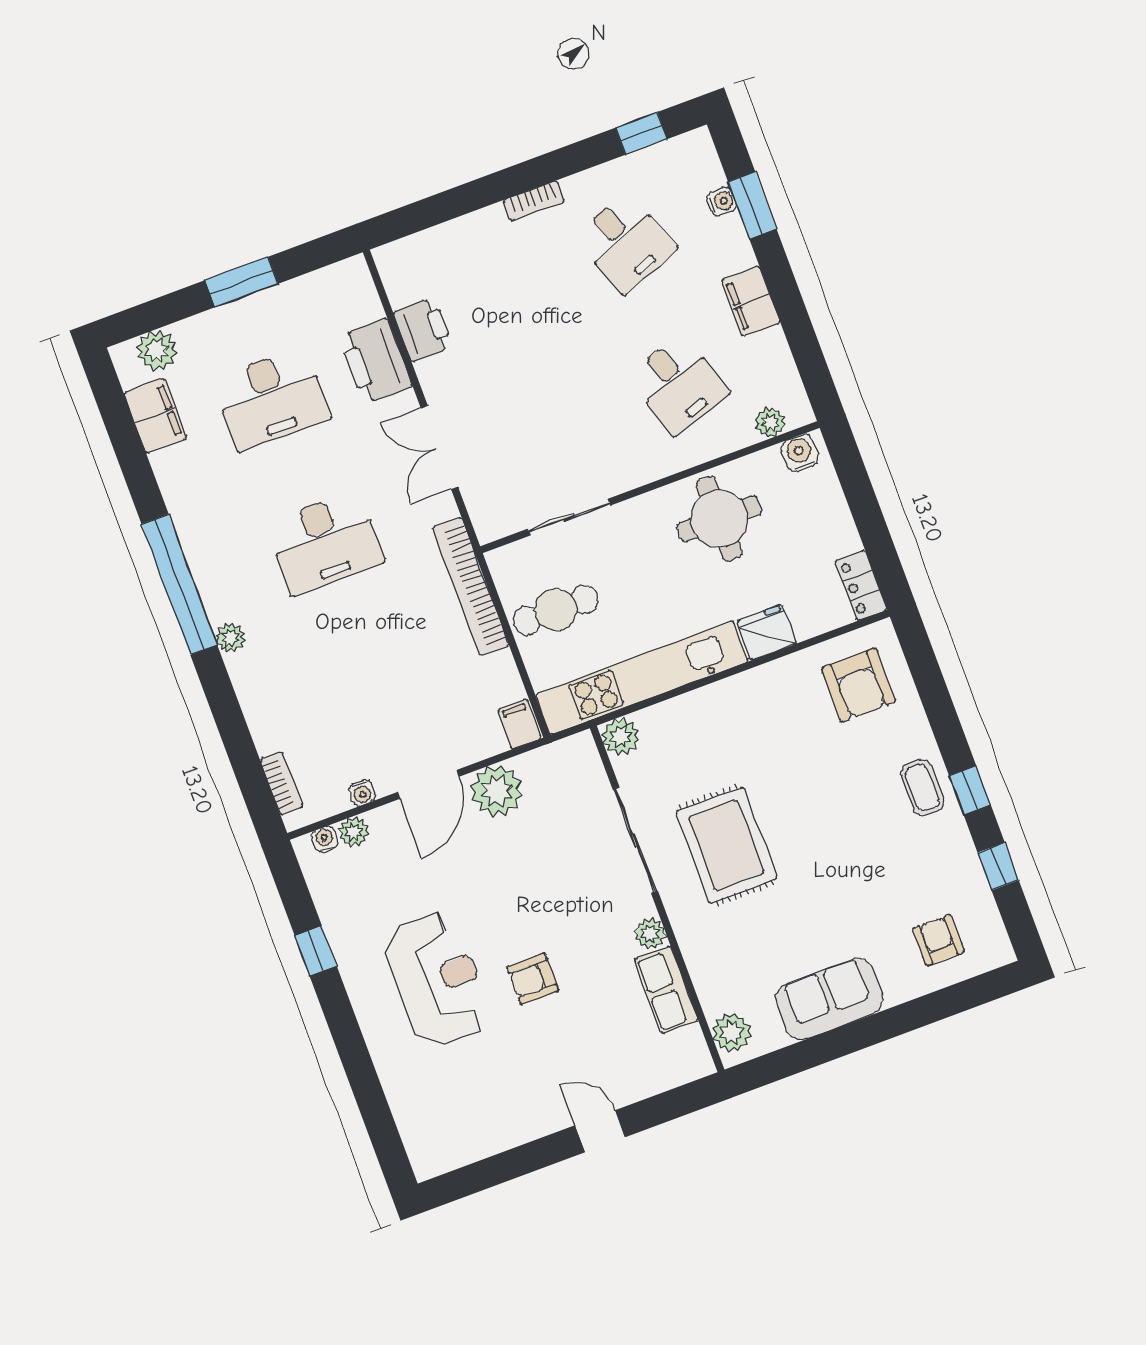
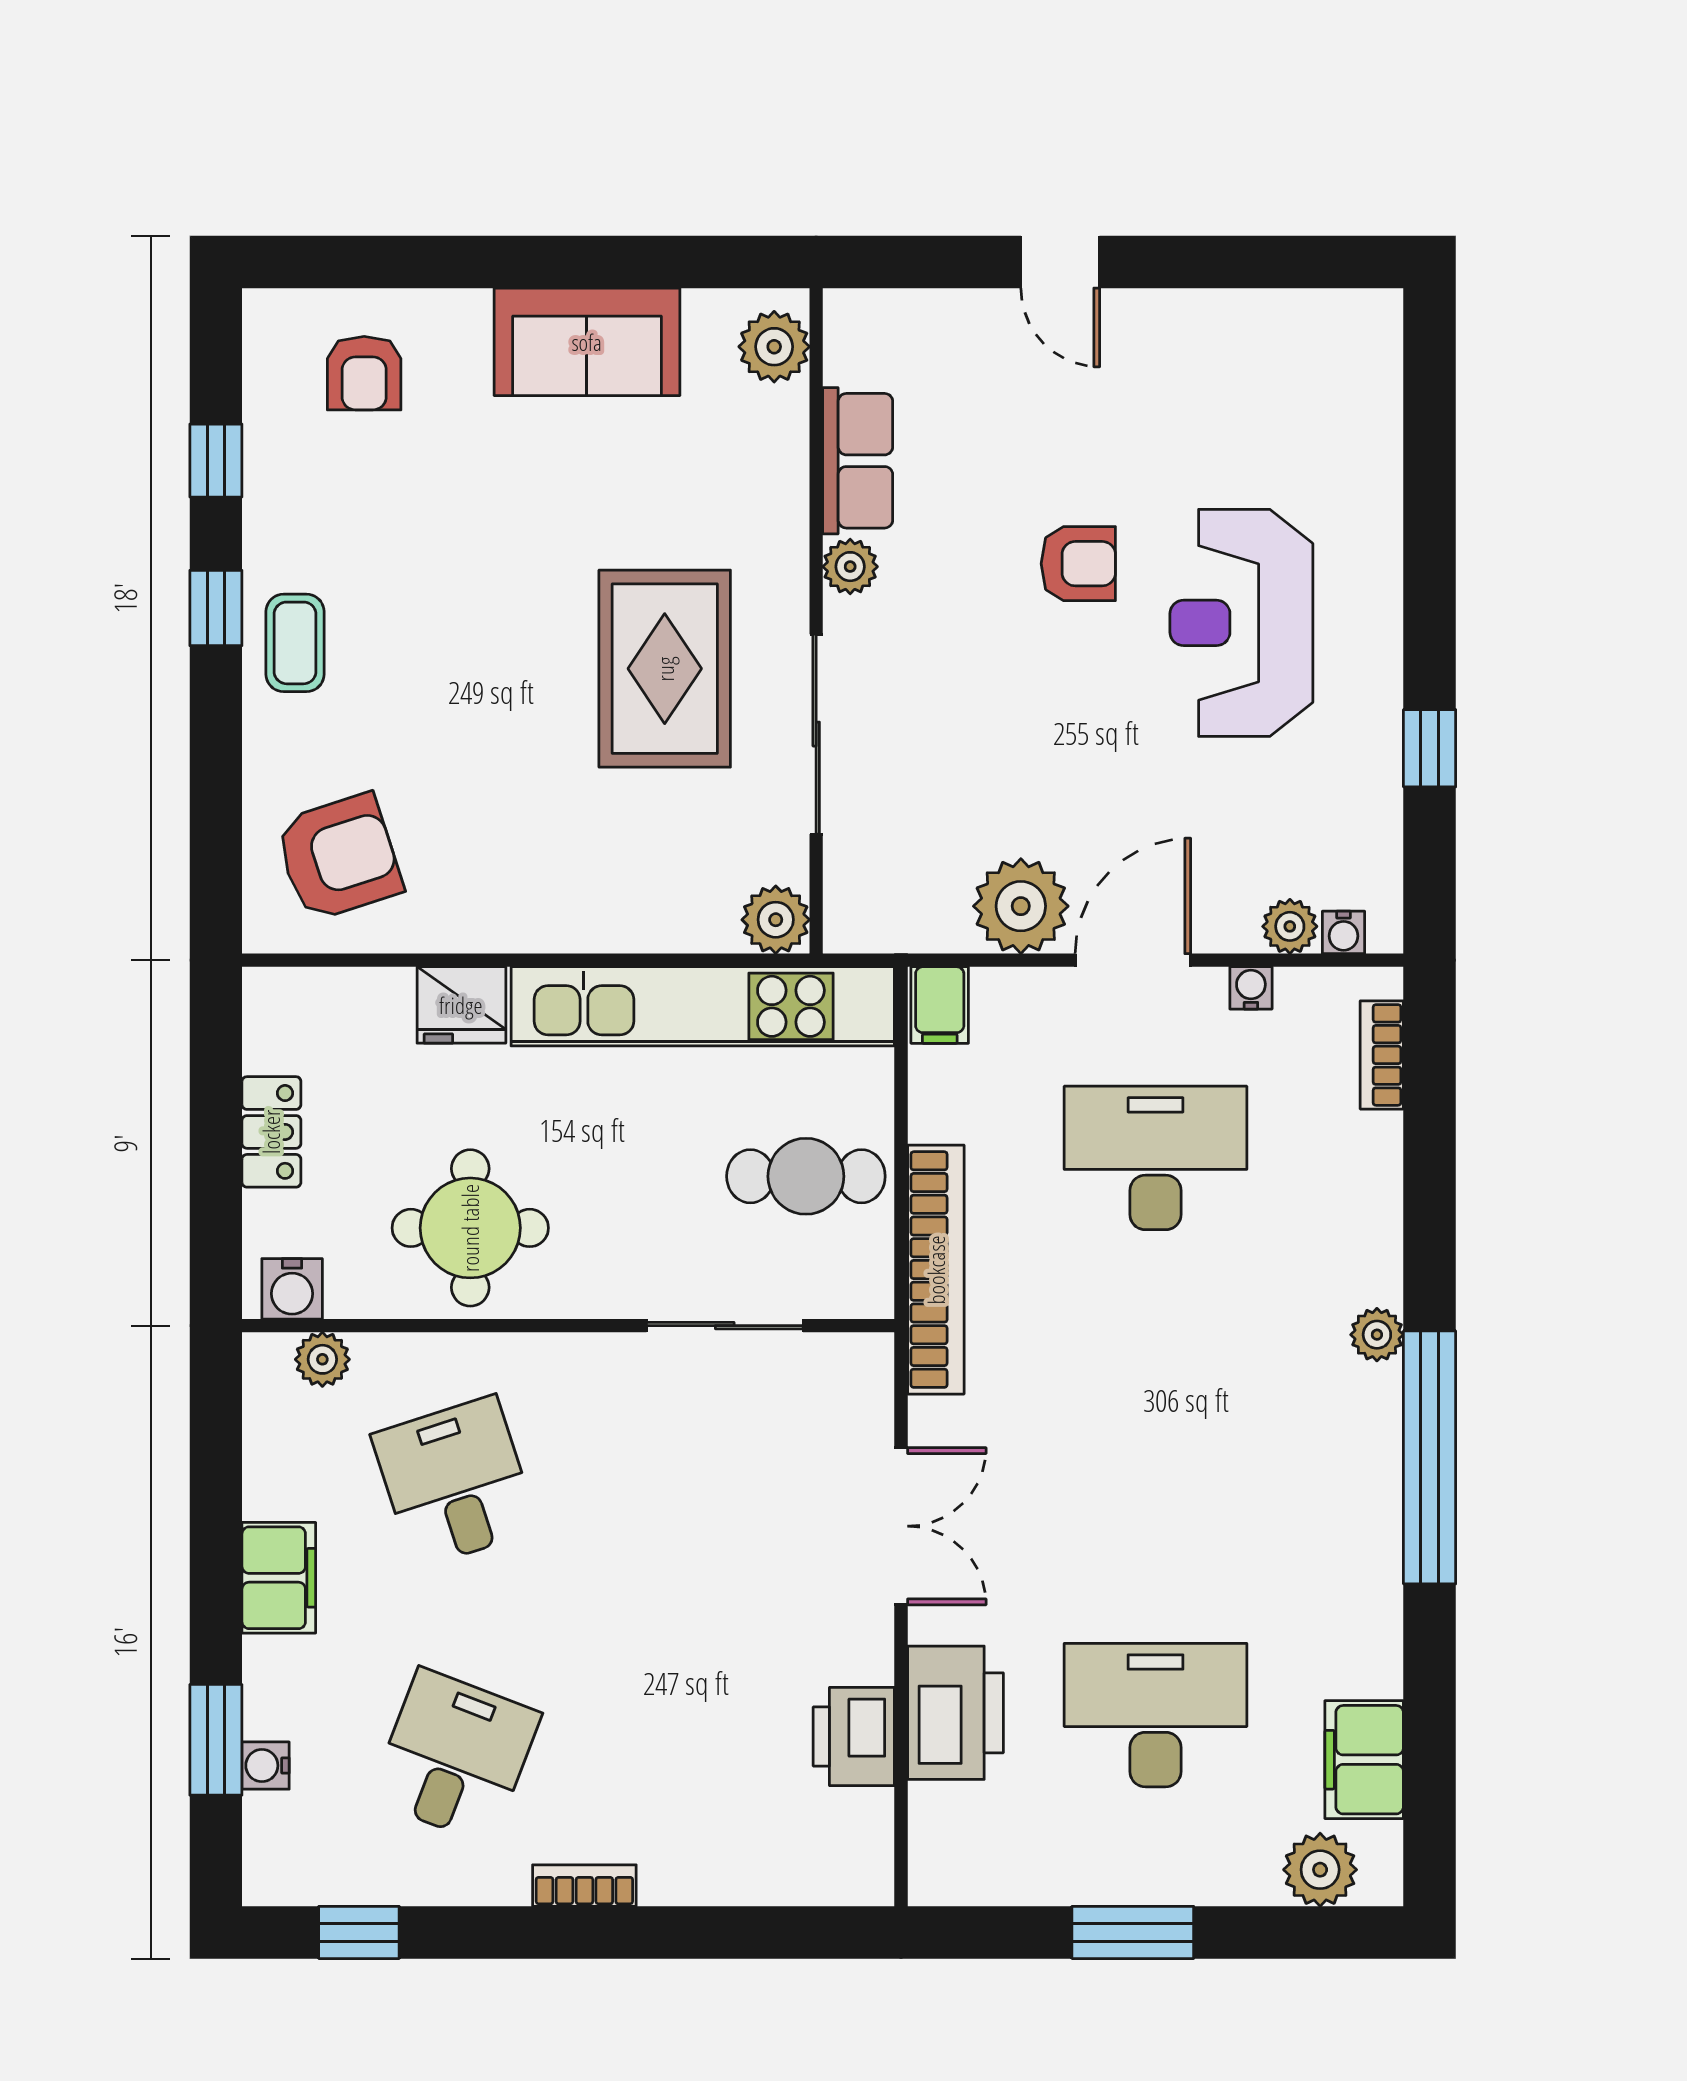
desk: (626, 243) -> (455, 1756), turned 42
desk: (325, 543) -> (1155, 1158), moved
locker: (861, 585) -> (271, 1132), moved
armchair: (858, 685) -> (339, 857), turned 72

